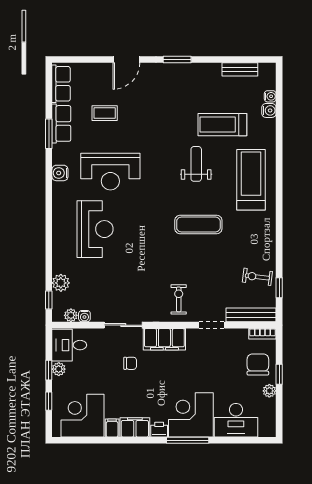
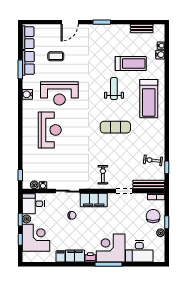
treadmill: (222, 125) -> (131, 64), turned 180
treadmill: (251, 180) -> (149, 99), turned 180
plant: (61, 283) -> (28, 164), removed
corner desk: (83, 416) -> (36, 238), moved, turned 90

